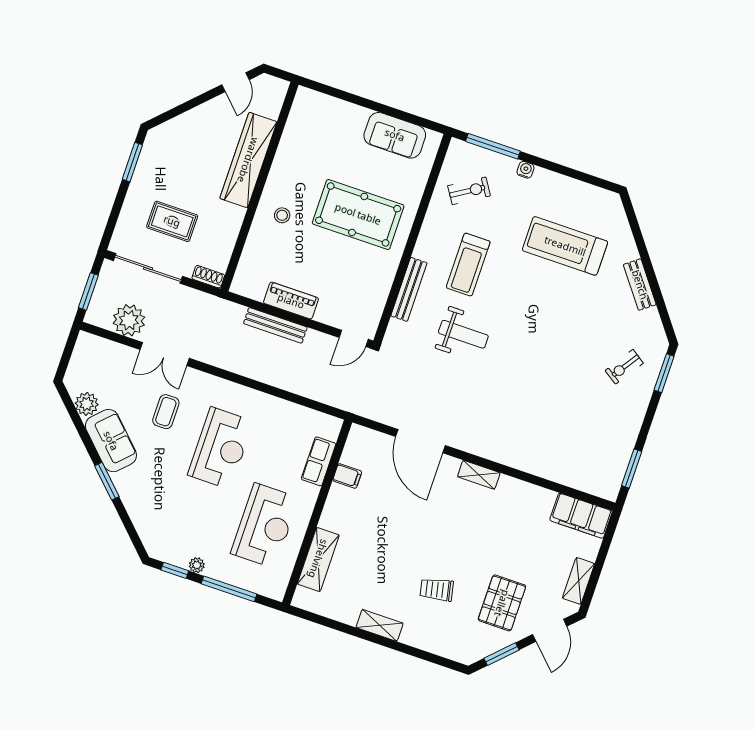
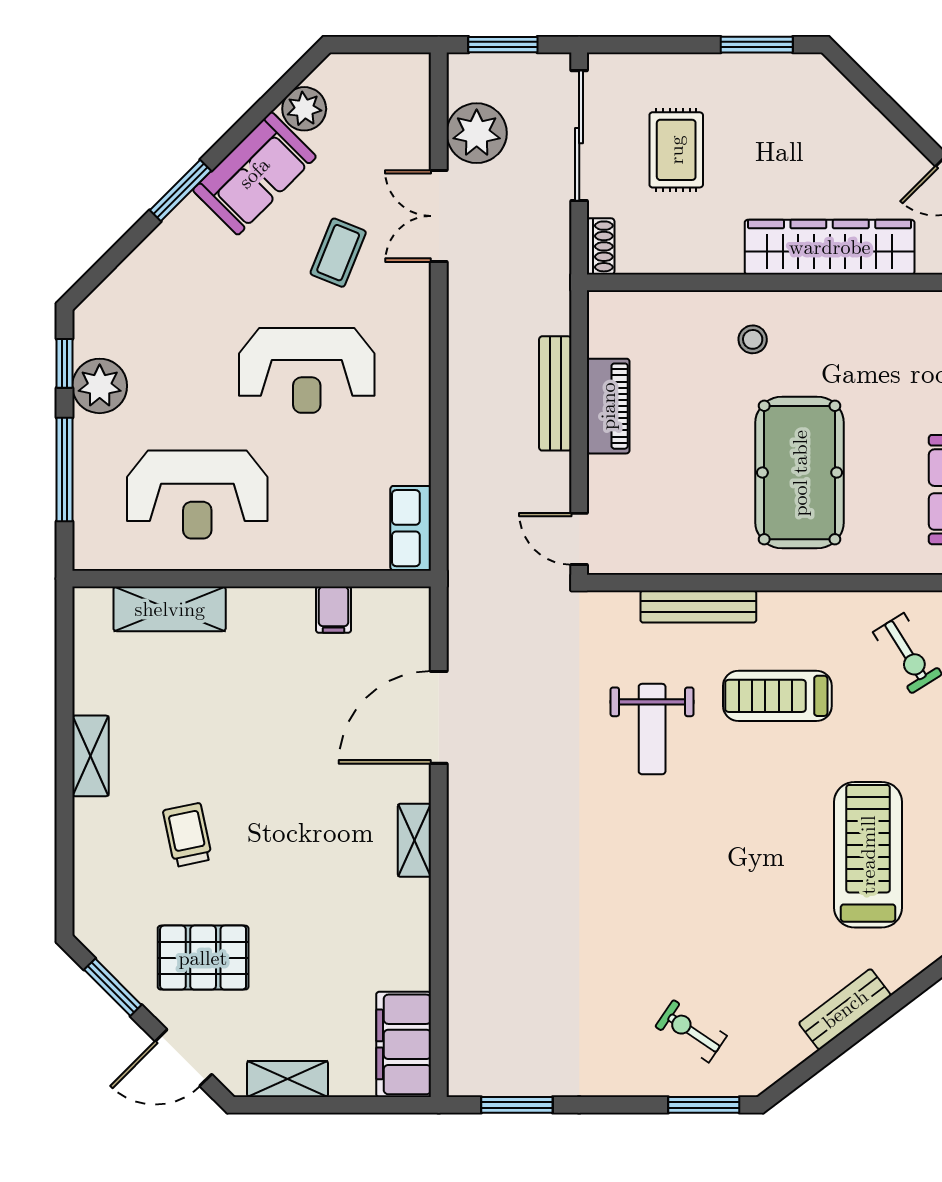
coffee table: (166, 412) -> (338, 253), turned -68
row of seats: (319, 461) -> (411, 528), moved, turned -90
plant: (197, 565) -> (100, 386), width x1.88, depth x1.88

